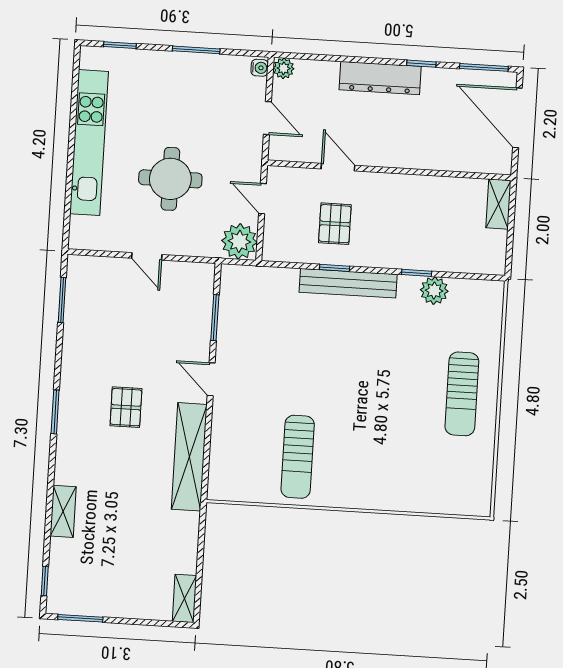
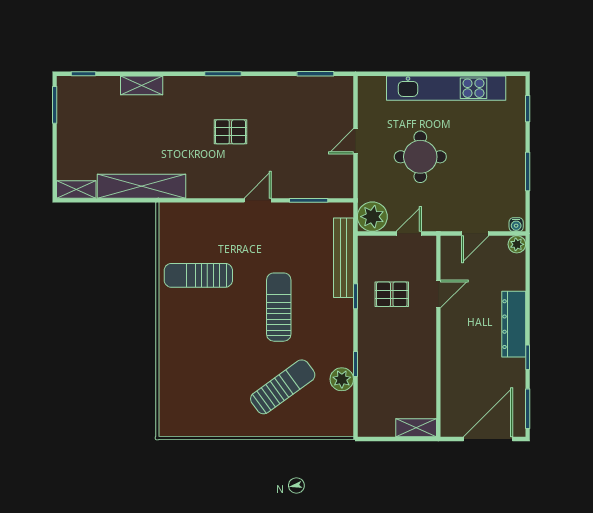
bench: (348, 283) -> (343, 258), moved
sun lounger: (342, 362) -> (279, 307), added
sun lounger: (462, 394) -> (283, 387), moved, turned 144
shelving: (189, 457) -> (142, 186), moved

